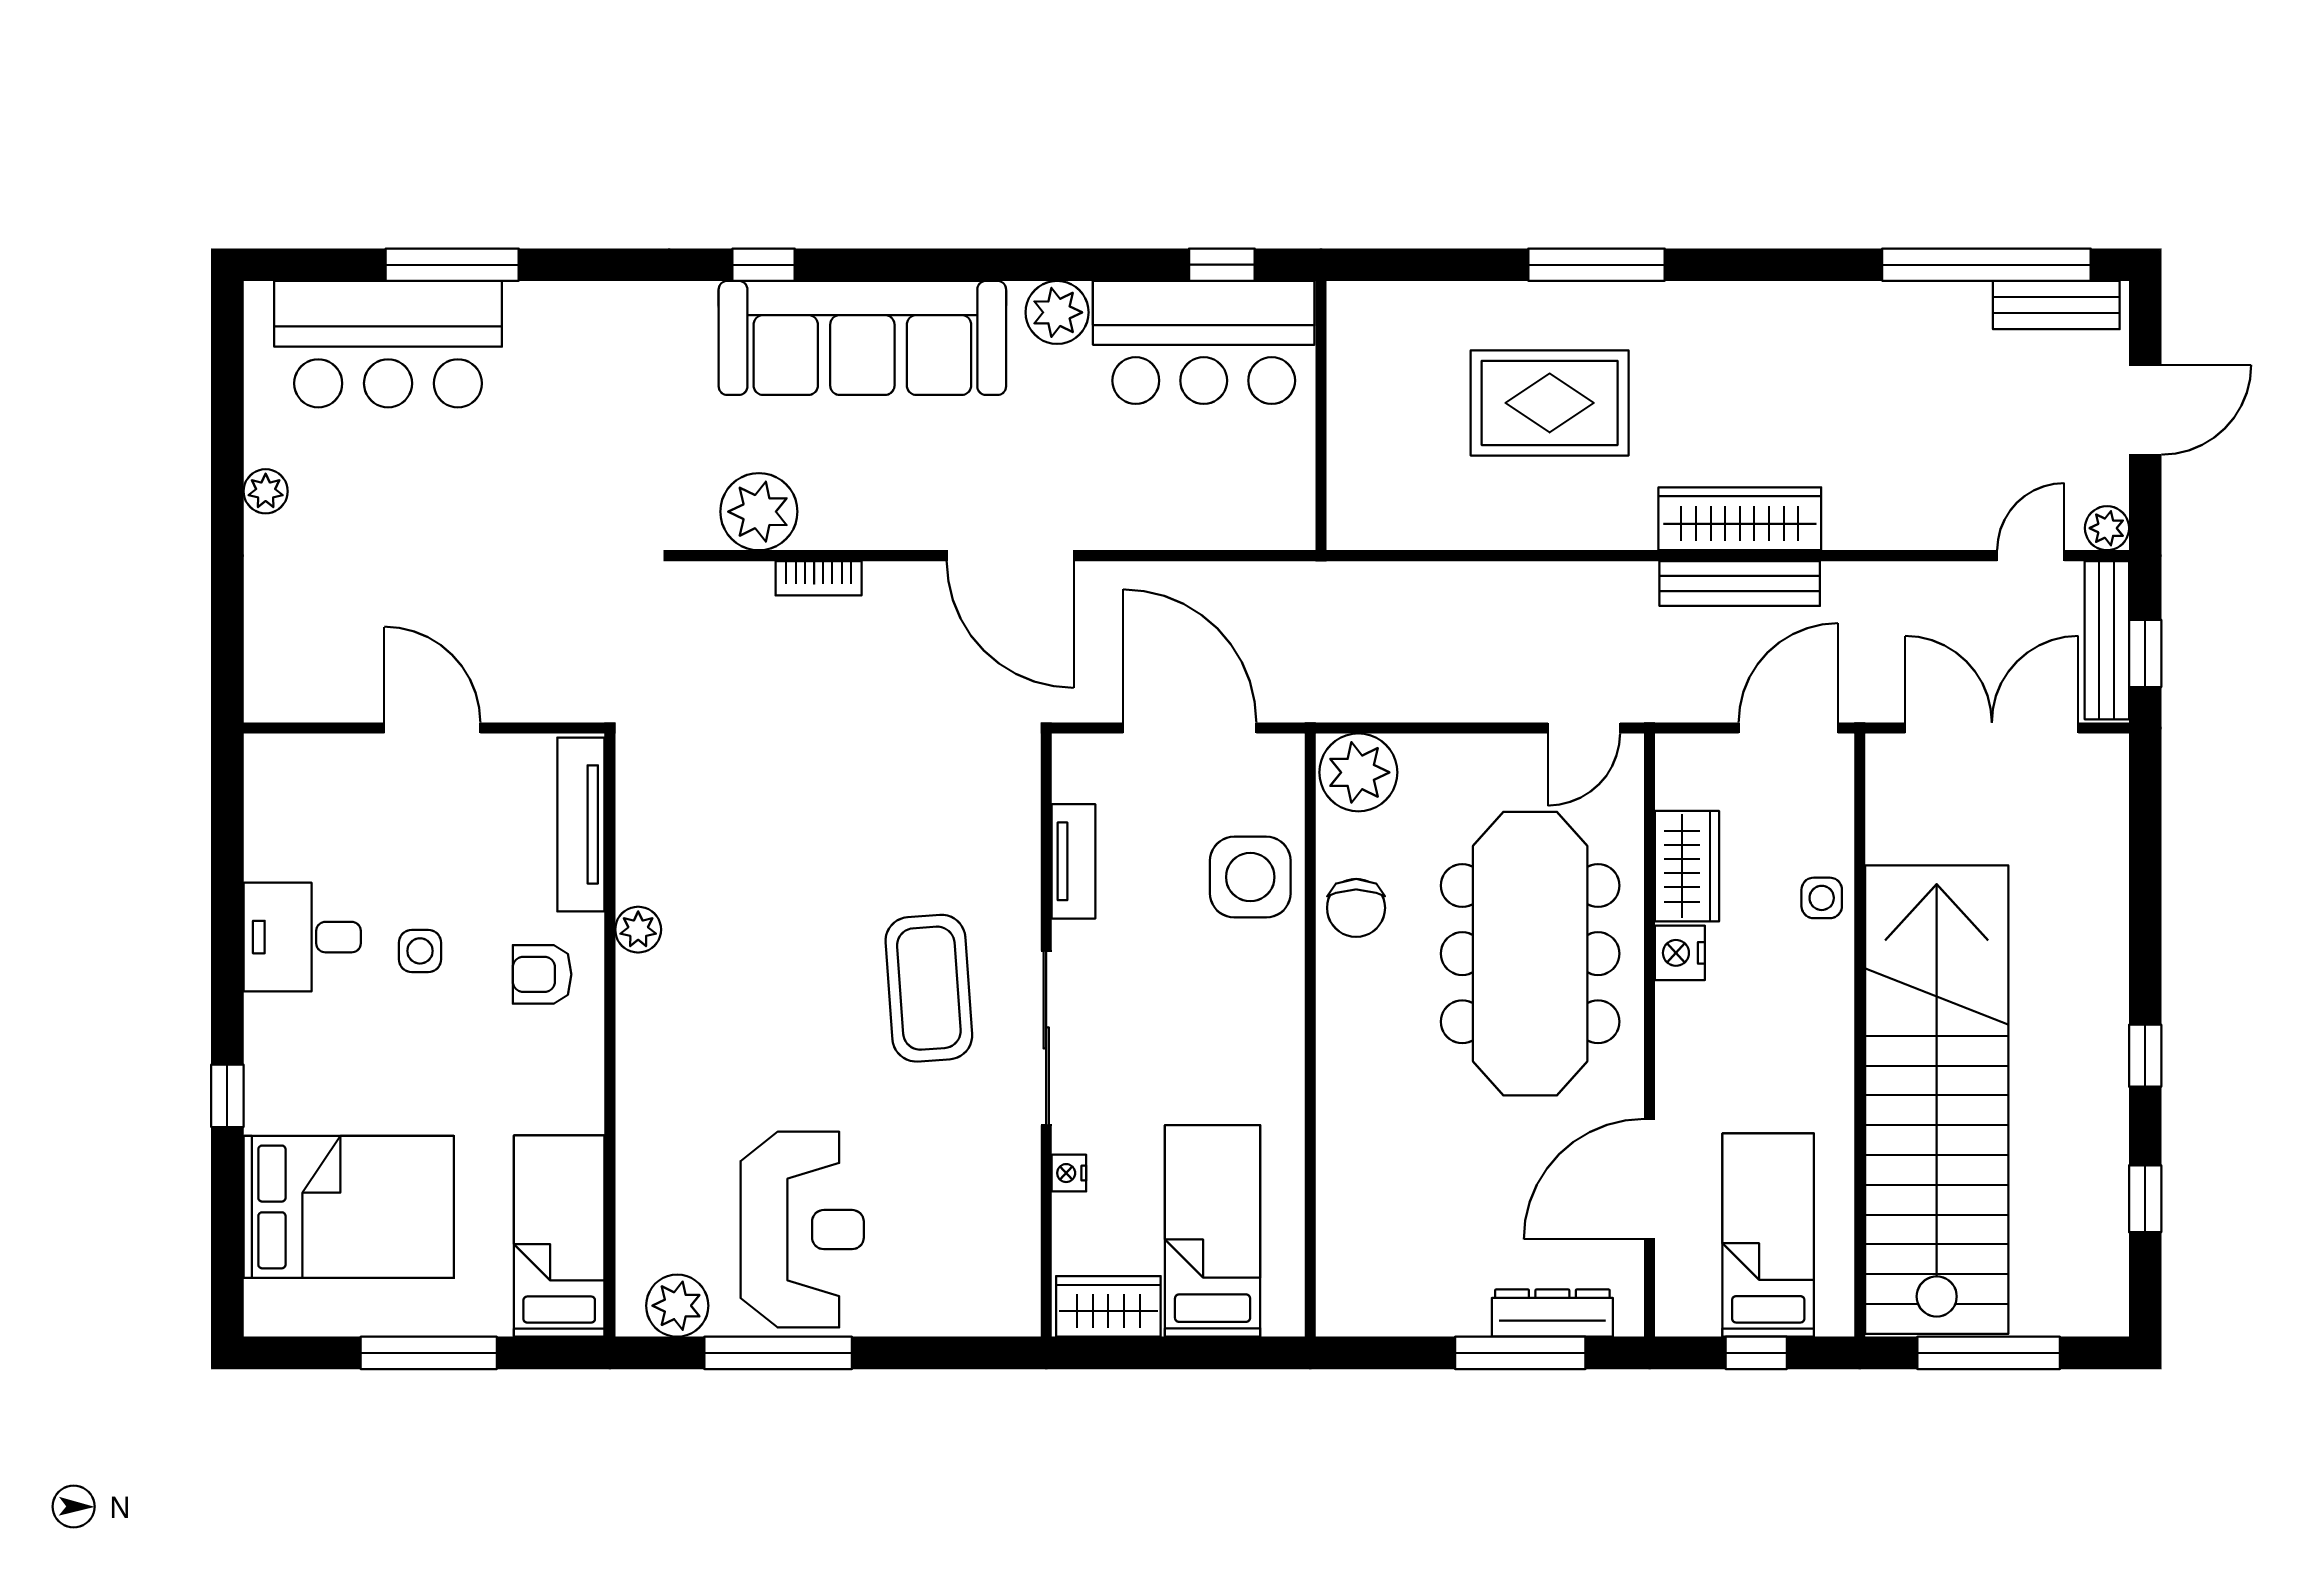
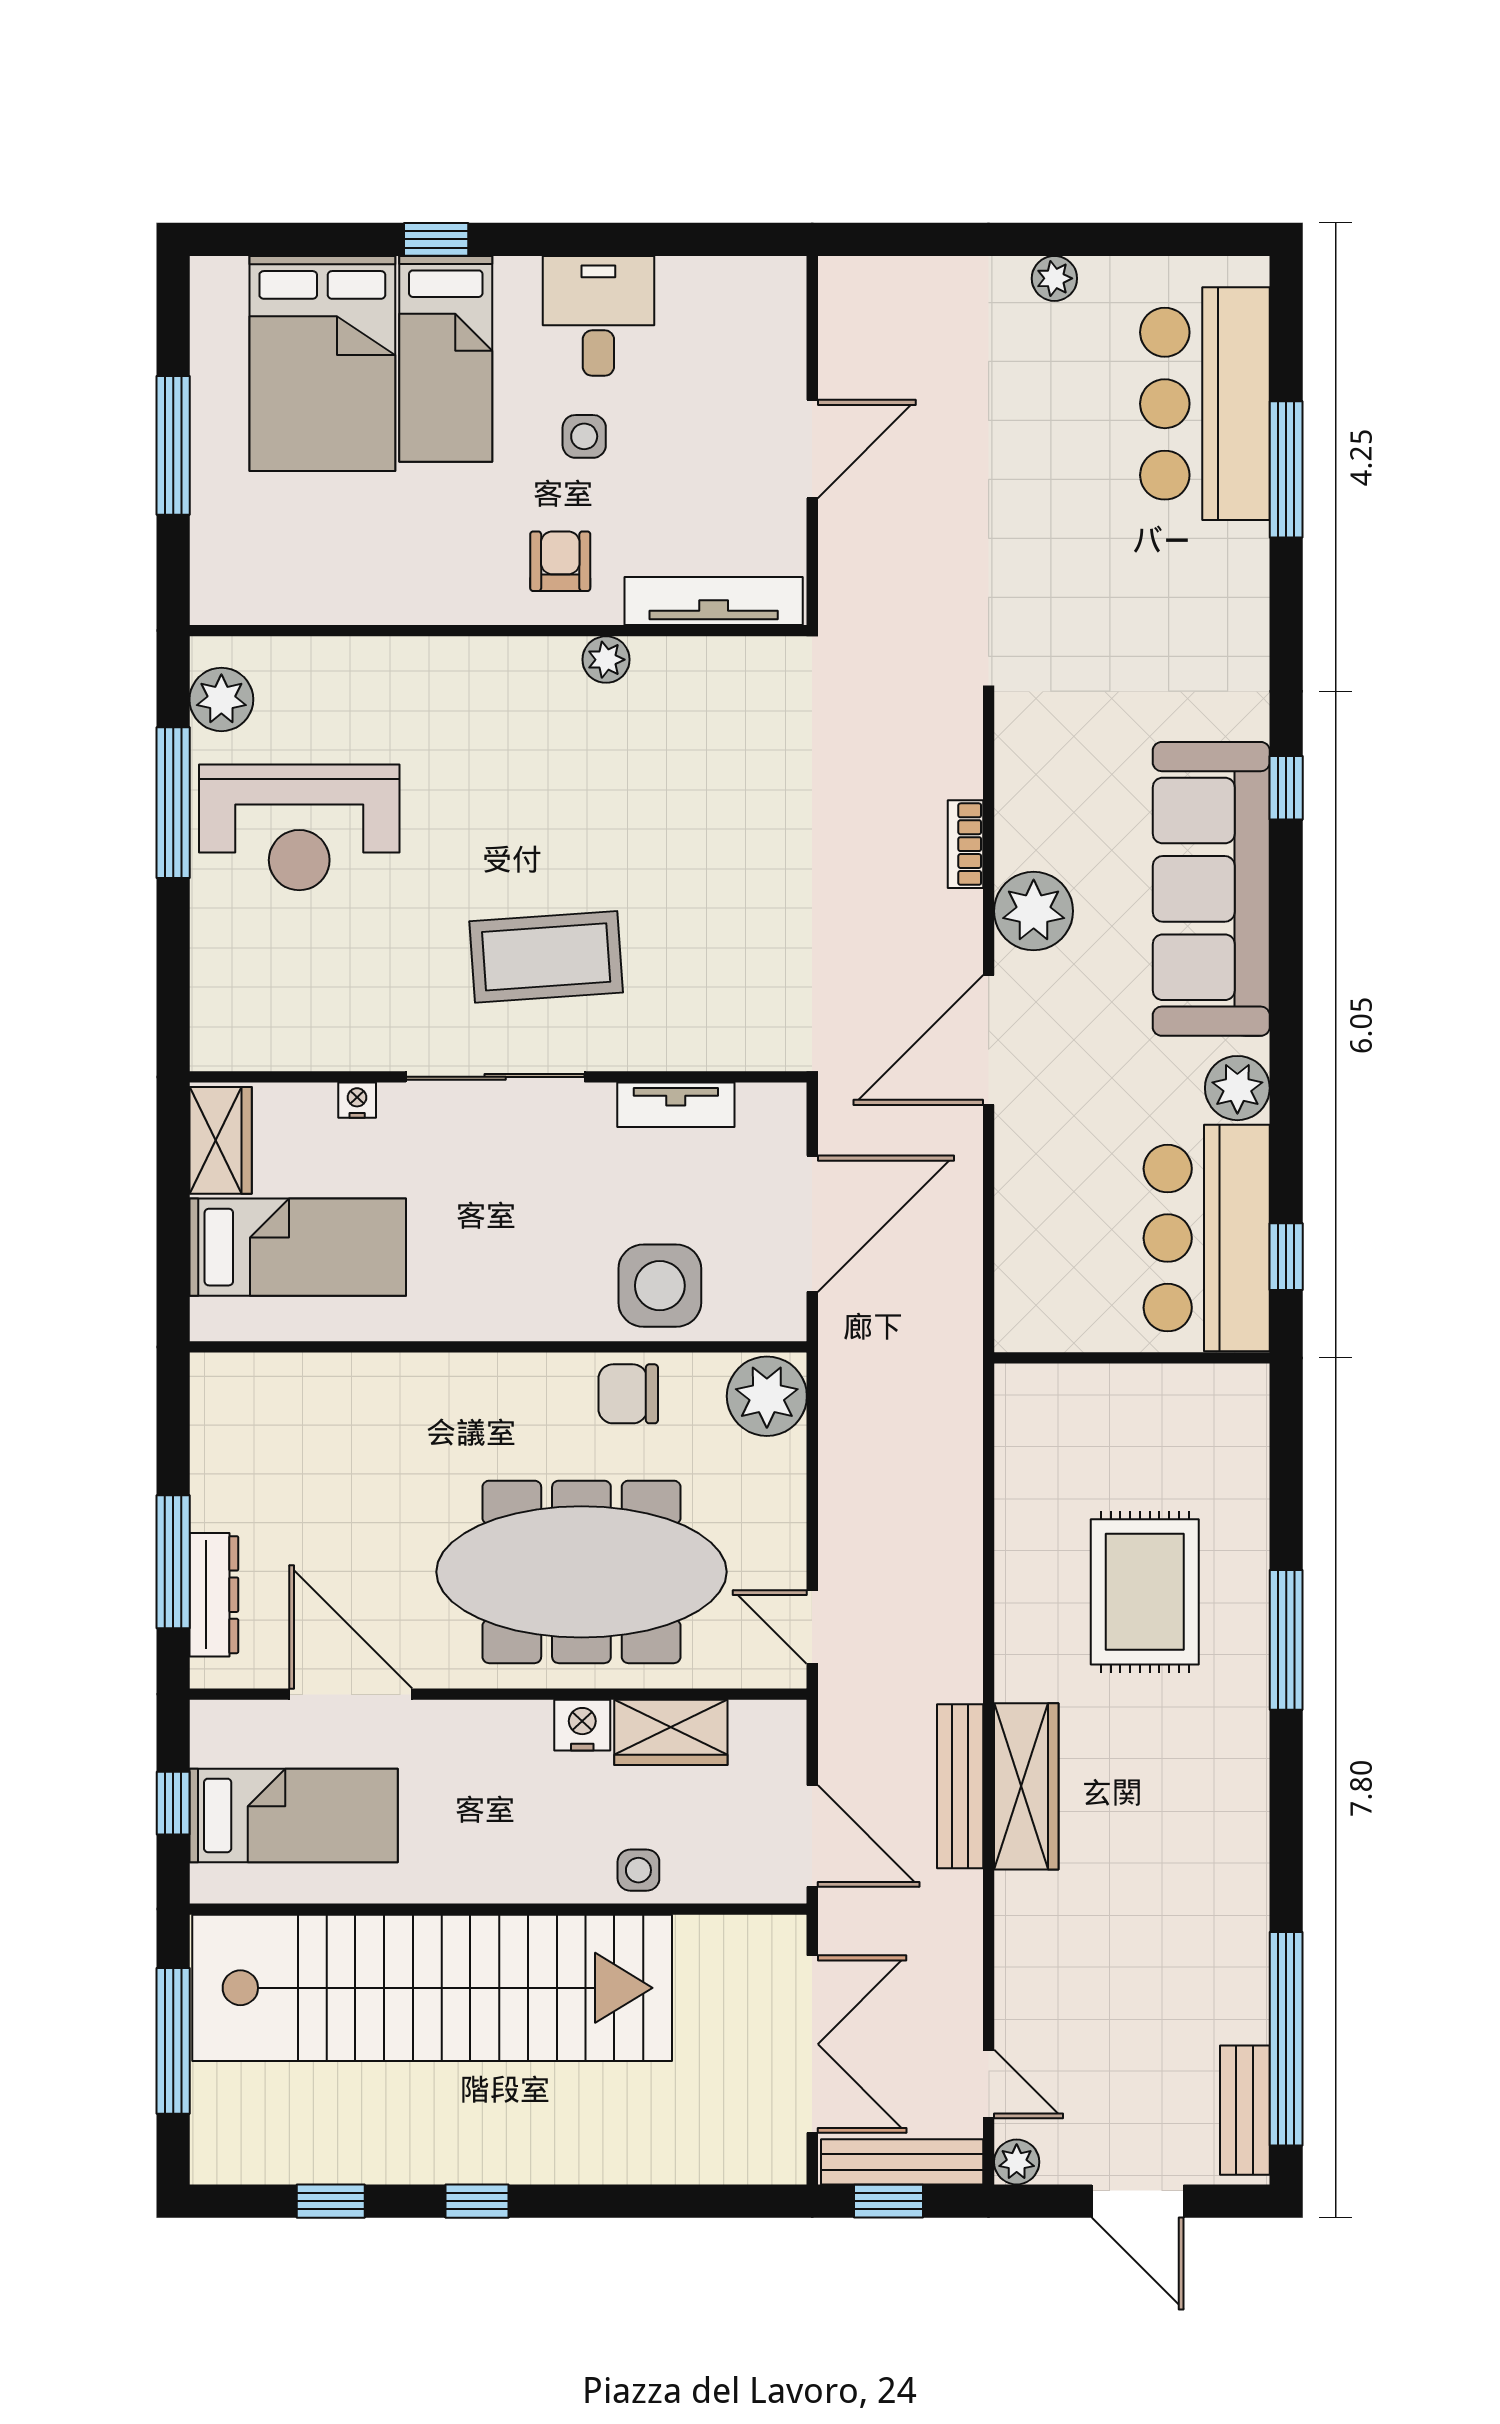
plant: (759, 512) -> (1034, 911), moved
bed: (559, 1236) -> (446, 359), moved, turned 90

